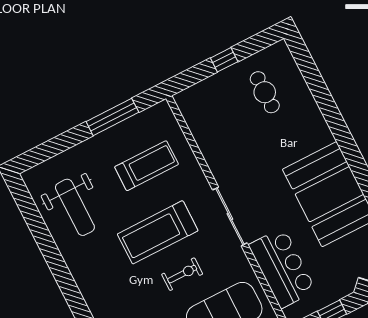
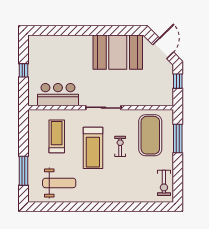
cafe table: (265, 92) -> (50, 58), removed
window: (112, 117) -> (24, 171), moved
bar counter: (282, 268) -> (58, 95), moved

